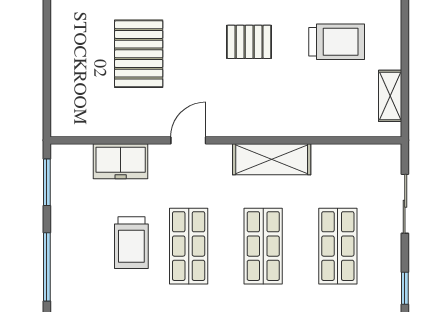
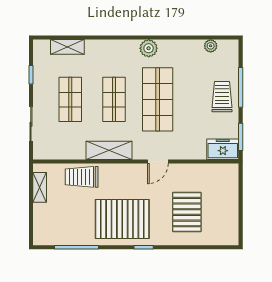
pallet: (249, 42) -> (122, 219), width x2.05, depth x2.00
trolley: (337, 42) -> (82, 177), moved
freezer: (121, 161) -> (223, 149), moved
trolley: (131, 243) -> (222, 97), moved
shop shelf: (189, 246) -> (158, 99), width x1.43, depth x1.36

